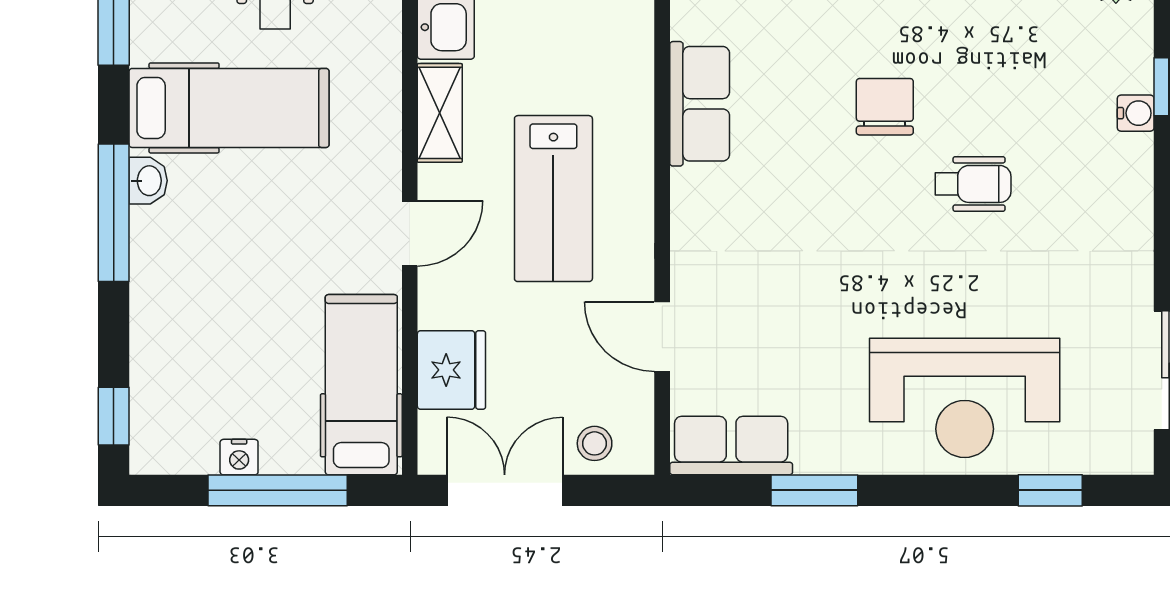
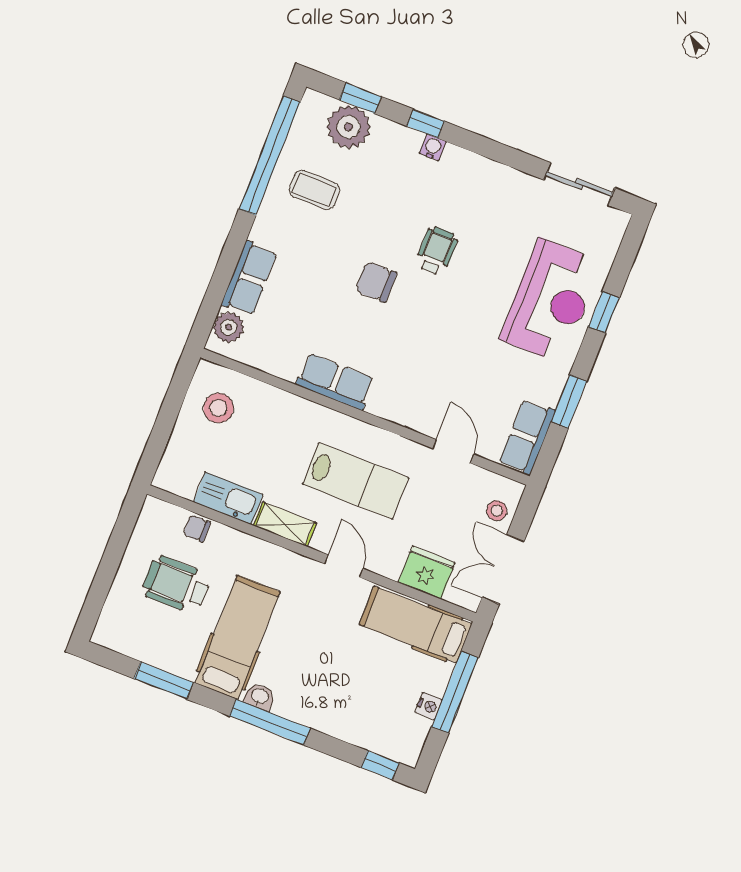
door: (662, 337) -> (453, 451), swing flipped
window: (1050, 490) -> (604, 312), moved

